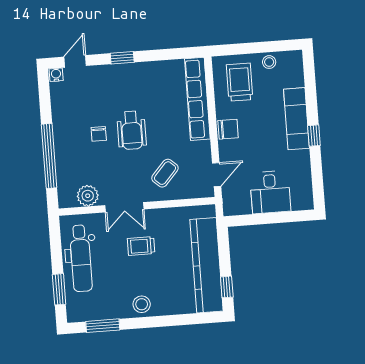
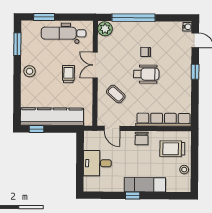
trolley: (240, 82) -> (172, 149), turned 180
wheelchair: (132, 130) -> (146, 74), turned 180
plant: (88, 196) -> (105, 29), moved

